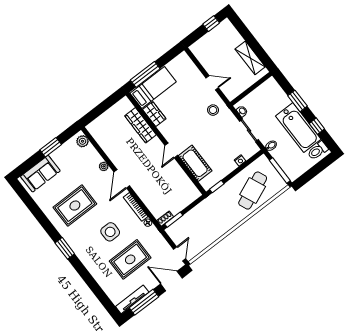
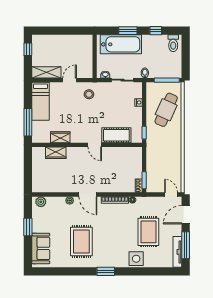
shelving: (250, 58) -> (46, 72), moved
bed: (153, 87) -> (40, 101), moved, turned 180
wardrobe: (141, 125) -> (56, 153), width x0.67
bathtub: (298, 128) -> (121, 44), moved
cafe table: (253, 191) -> (166, 110), turned 47
side table: (110, 232) -> (136, 259), moved

